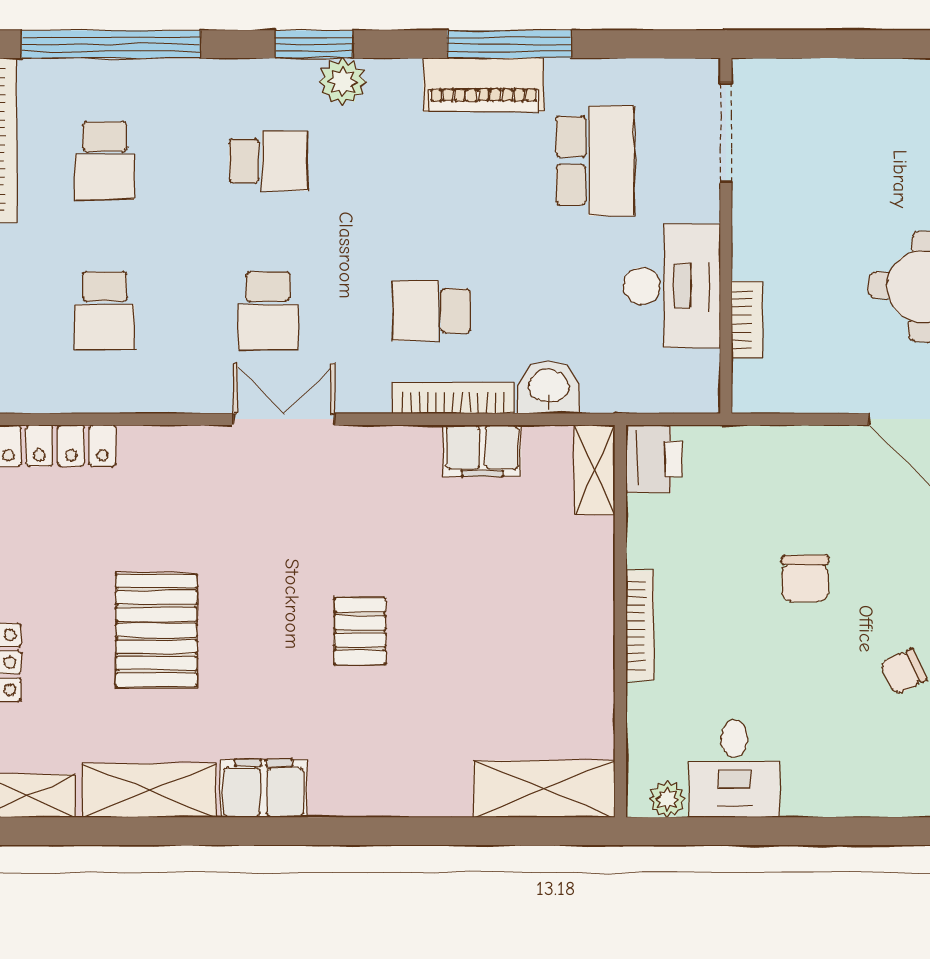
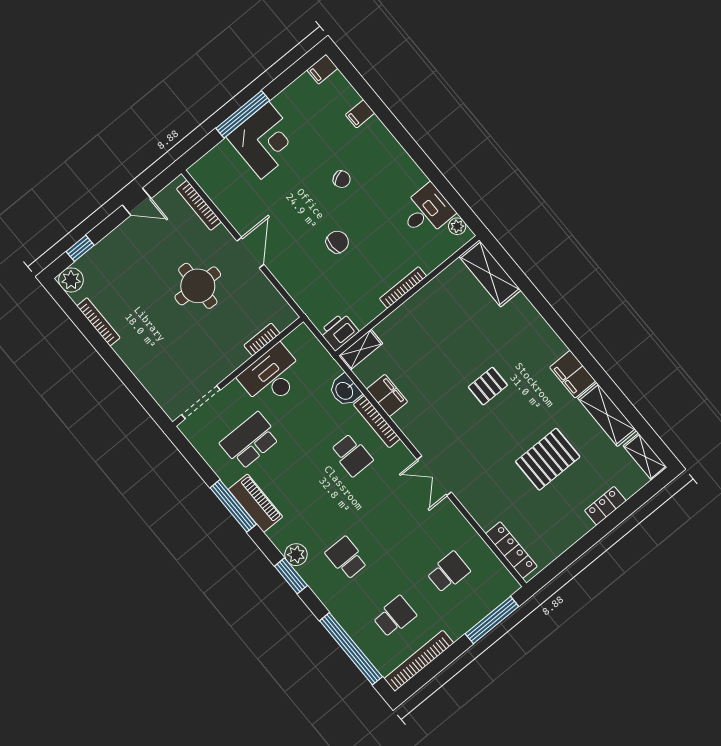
school desk: (268, 311) -> (400, 514), removed

